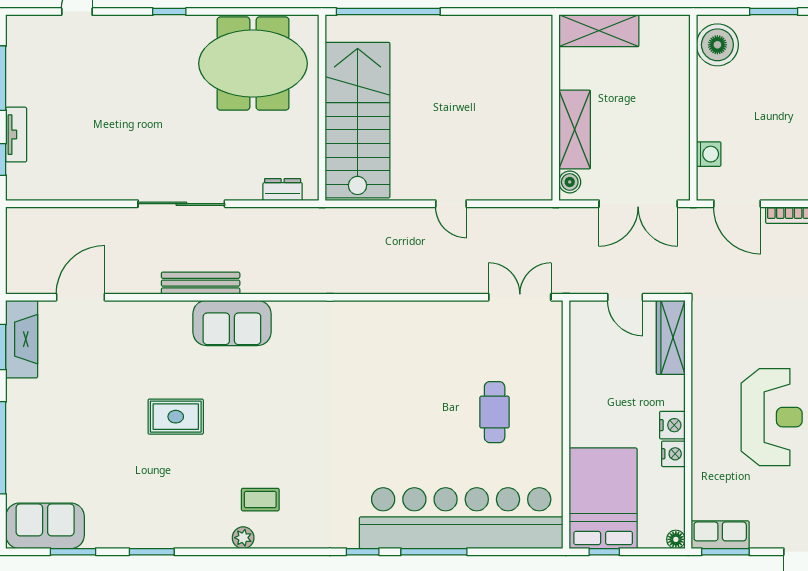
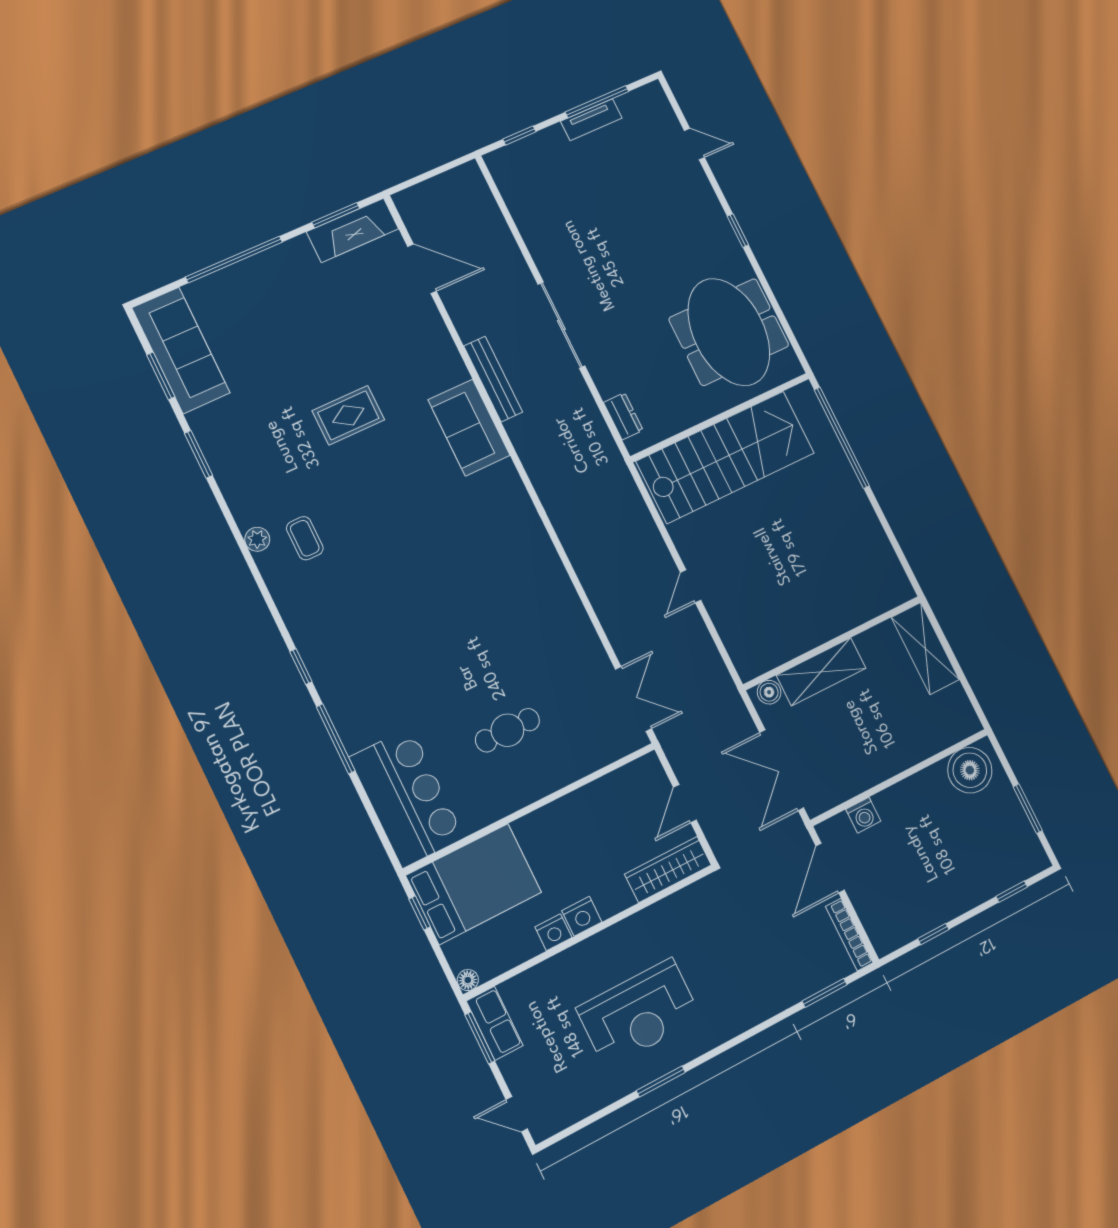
tv unit: (16, 135) -> (591, 120), moved
rug: (176, 417) -> (348, 415), turned 90
bar counter: (461, 518) -> (407, 797), width x0.54
sofa: (45, 526) -> (181, 350), width x1.36

